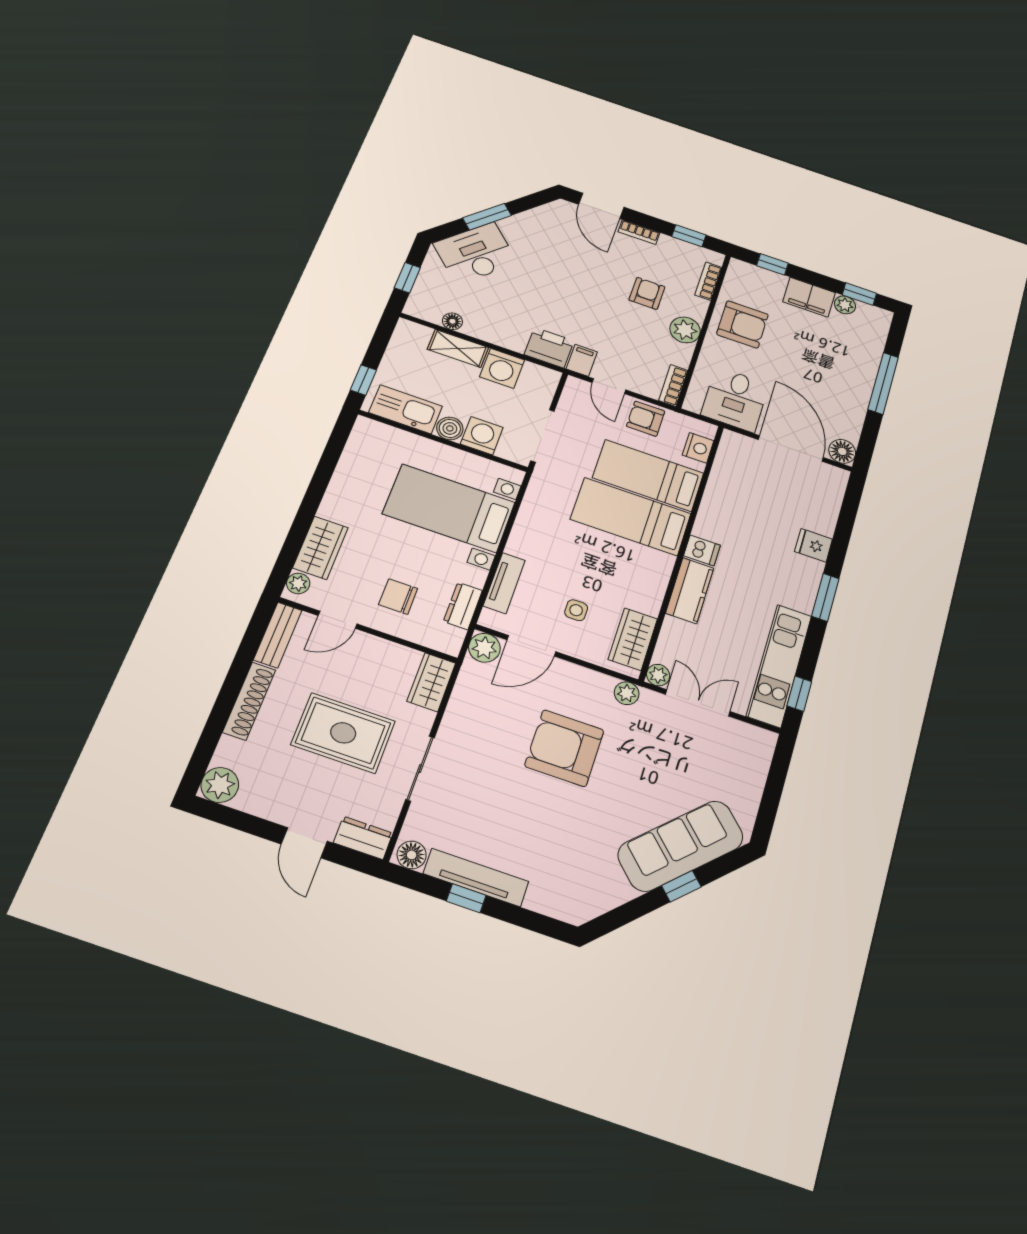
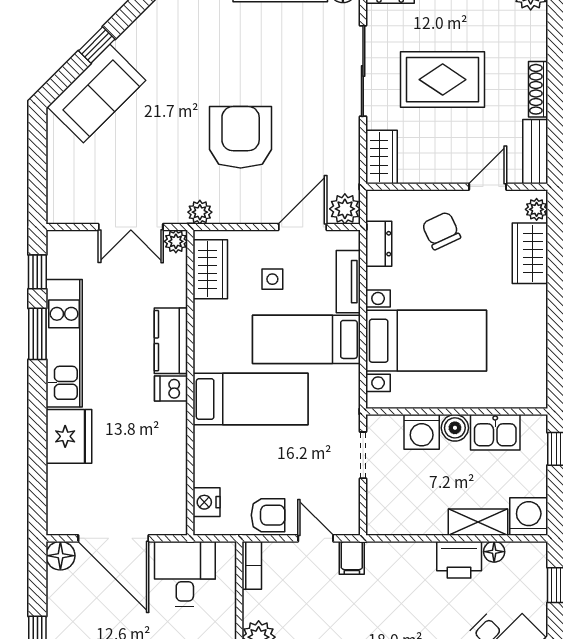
printer: (549, 348) -> (459, 560), moved
washing machine: (502, 368) -> (529, 517), moved
kitchen sink: (406, 409) -> (495, 432), width x0.73
doorway: (543, 436) -> (363, 455), width x0.73
bed: (648, 475) -> (306, 339), moved, turned 180
fridge: (814, 545) -> (69, 436), width x1.88, depth x1.34
chair: (398, 597) -> (441, 231), turned -115
window: (825, 597) -> (37, 334), moved
kitchen unit: (779, 666) -> (64, 343), moved
shoe rack: (249, 701) -> (538, 89), width x0.74, depth x0.81
armchair: (564, 748) -> (241, 137), turned -90
sliding door: (420, 768) -> (363, 71), width x1.37
sofa: (681, 846) -> (97, 94), width x0.73

